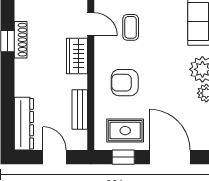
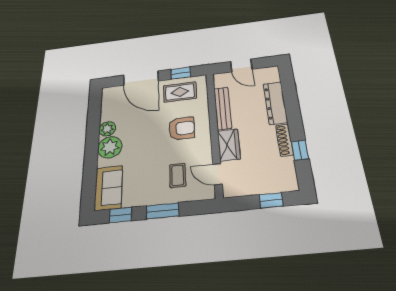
shoe rack: (21, 40) -> (285, 140), moved
bench: (80, 109) -> (223, 108), width x1.36
dresser: (24, 124) -> (275, 103), moved

